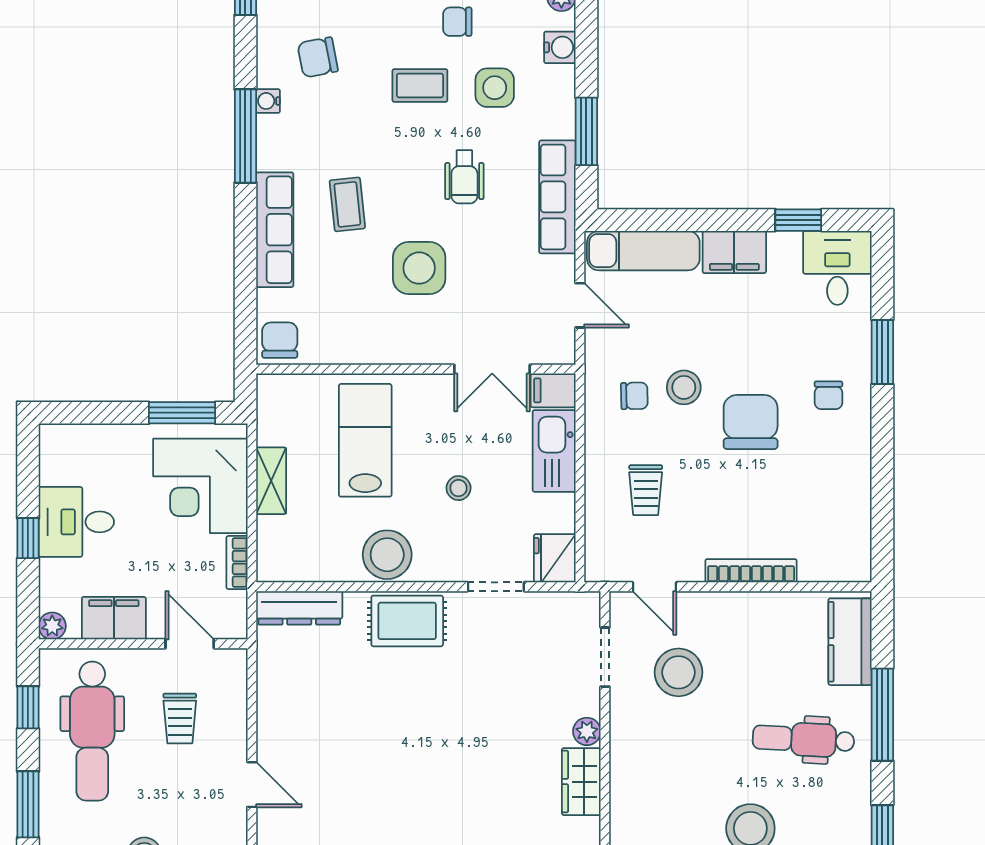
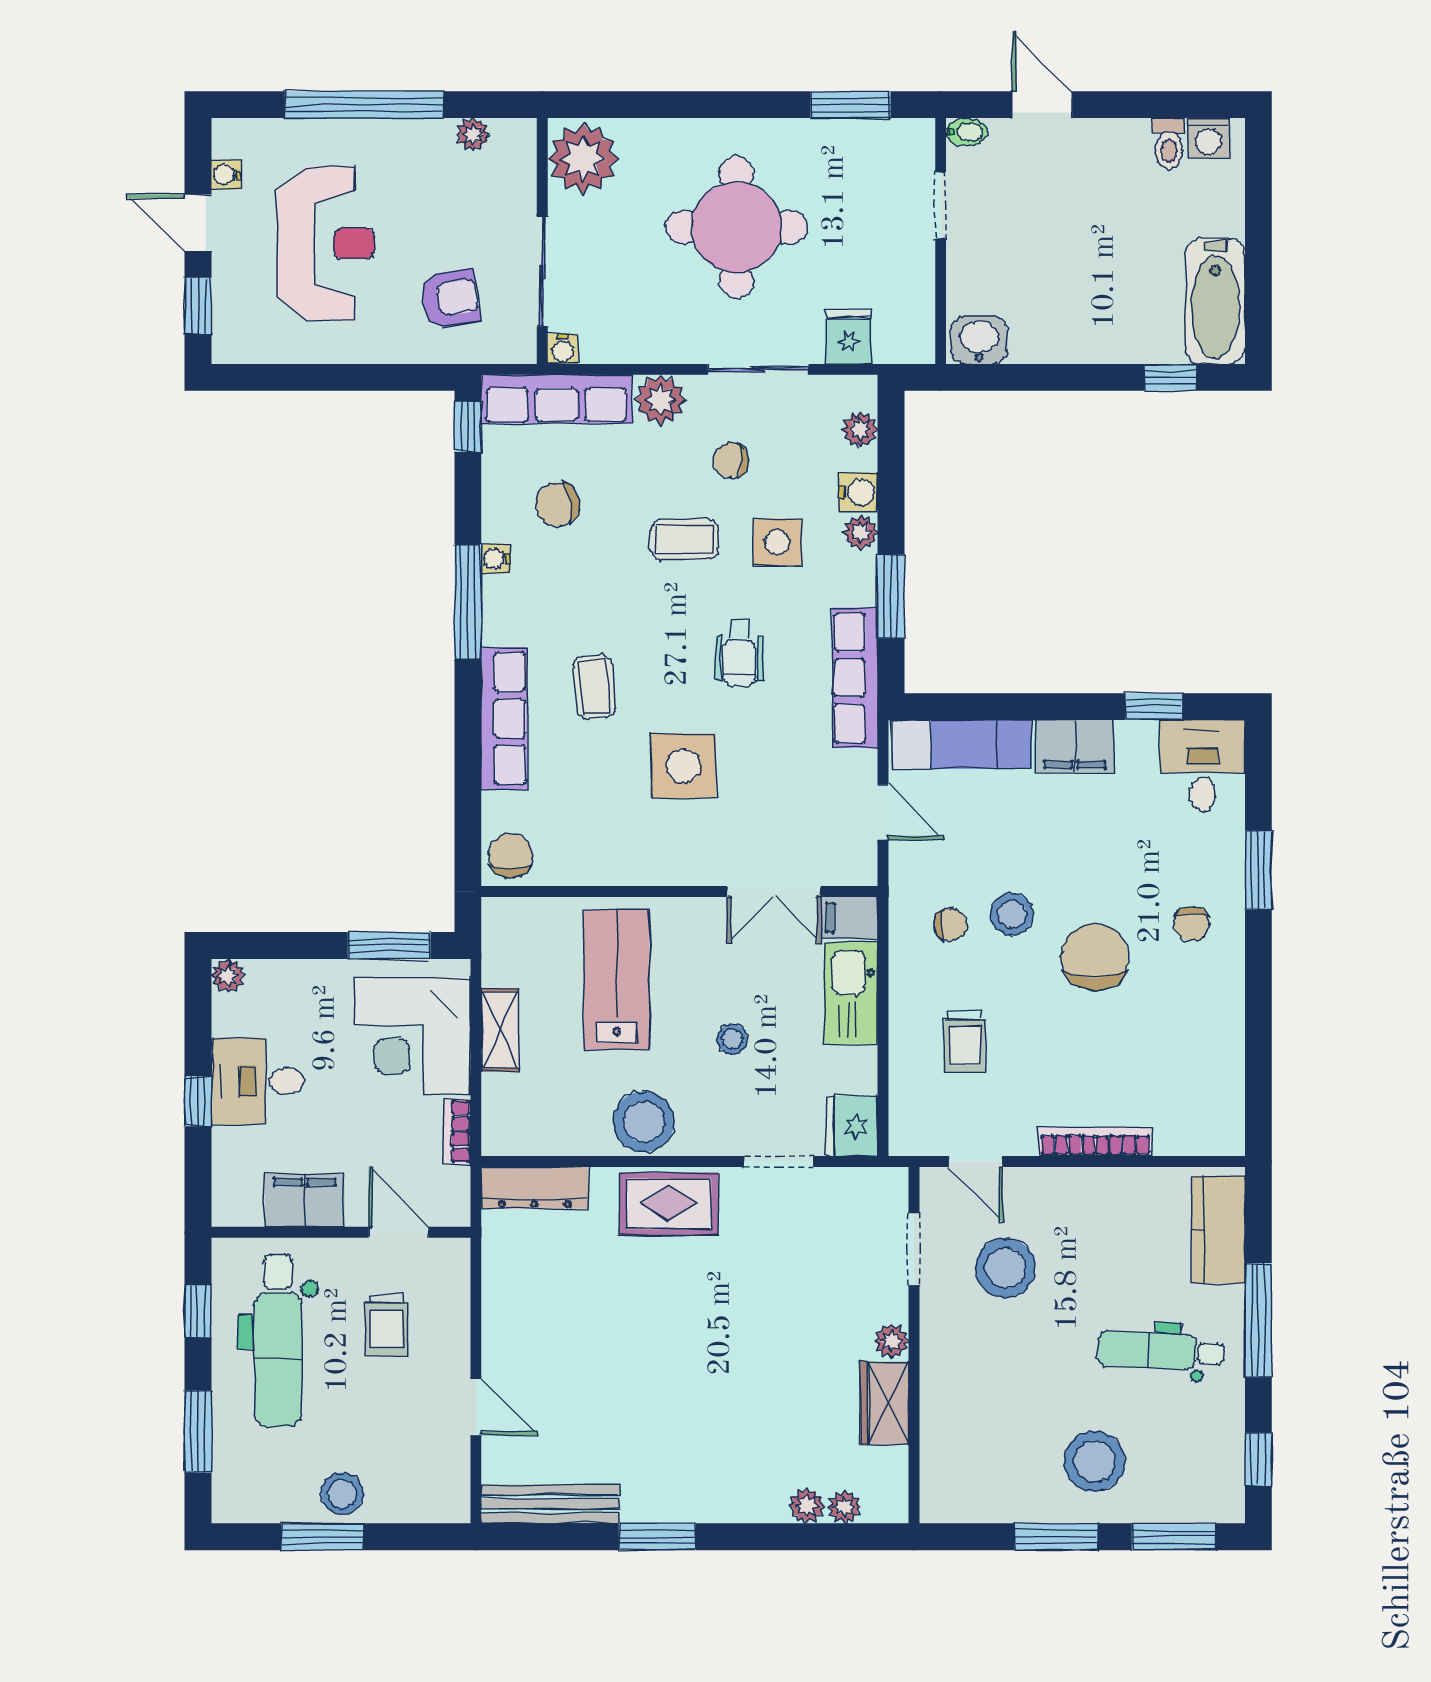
plant: (562, 80) -> (861, 532), added
plant: (52, 626) -> (228, 976), moved

